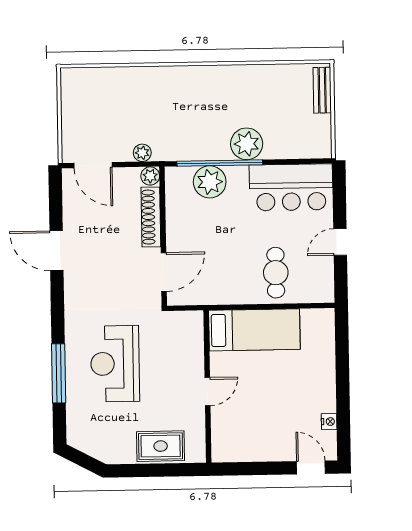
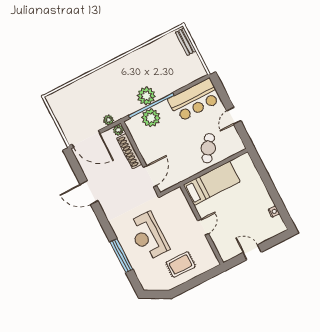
plant: (247, 144) -> (146, 96), moved
door: (93, 165) -> (86, 139), width x1.36
cafe table: (276, 273) -> (208, 148), turned 34
rug: (161, 446) -> (181, 264), moved
door: (311, 467) -> (252, 252), moved

